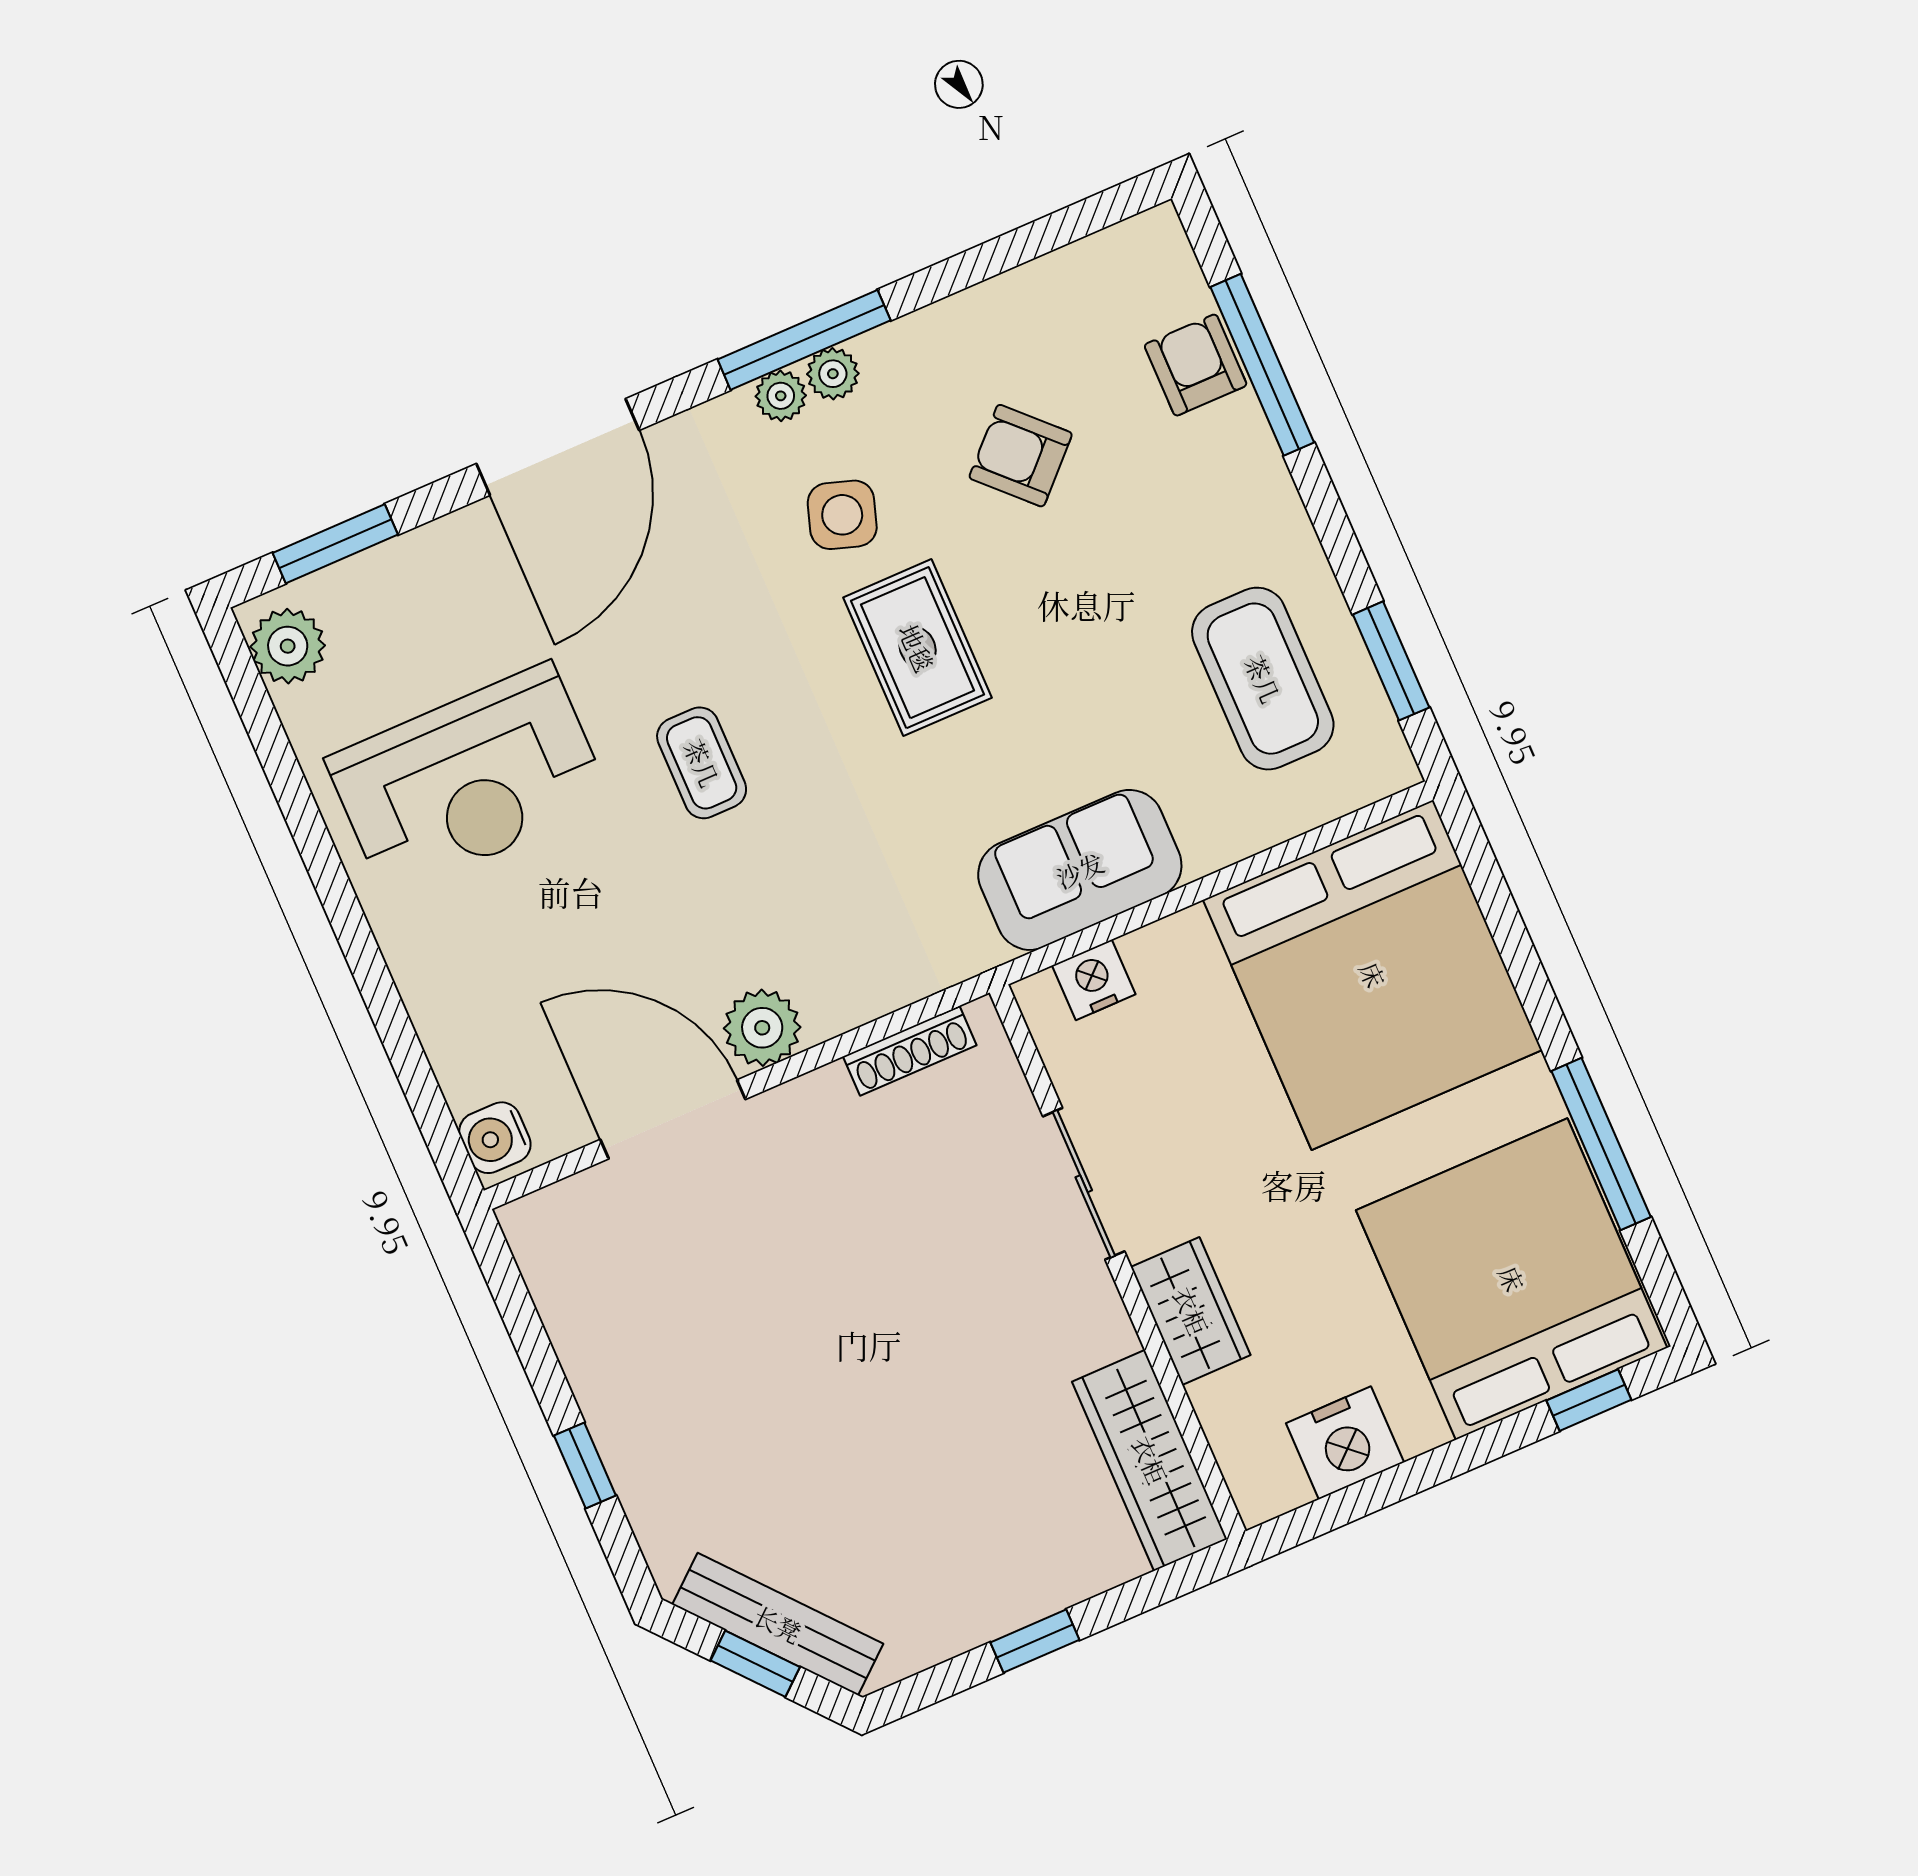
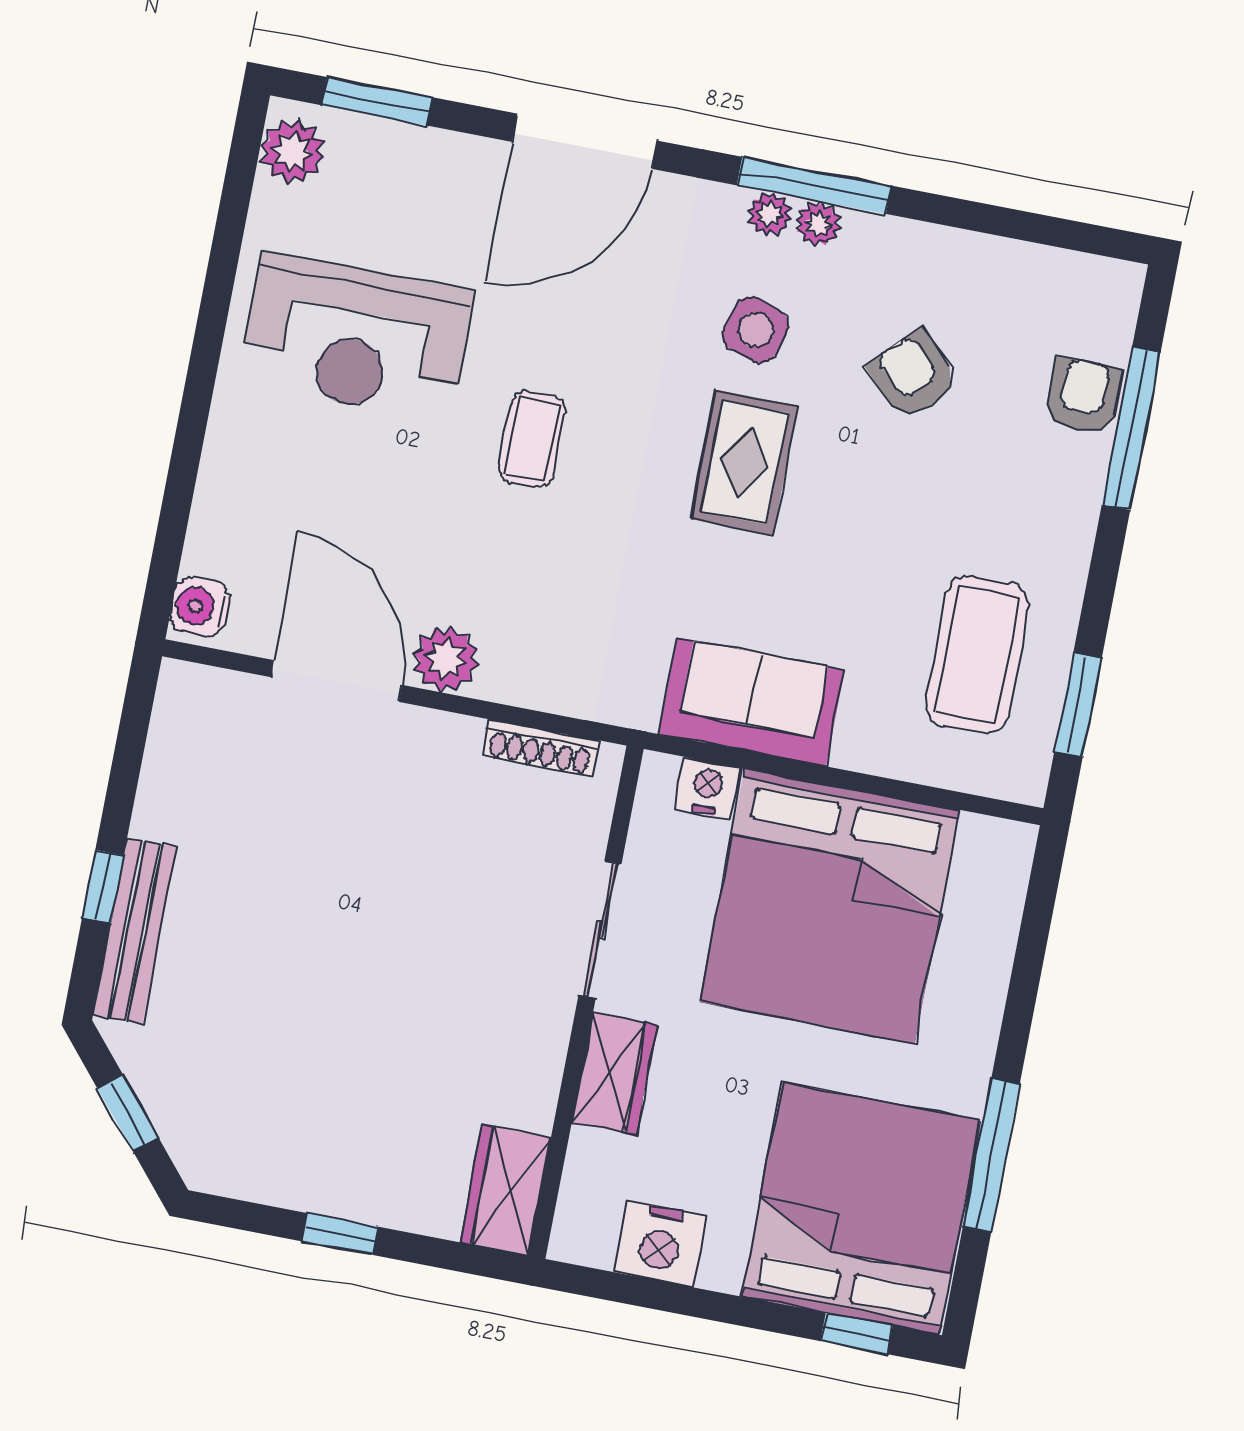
bed: (1373, 975) -> (830, 906), moved
wardrobe: (1150, 1460) -> (506, 1190), width x0.67
bench: (778, 1624) -> (135, 931), moved, turned 40

